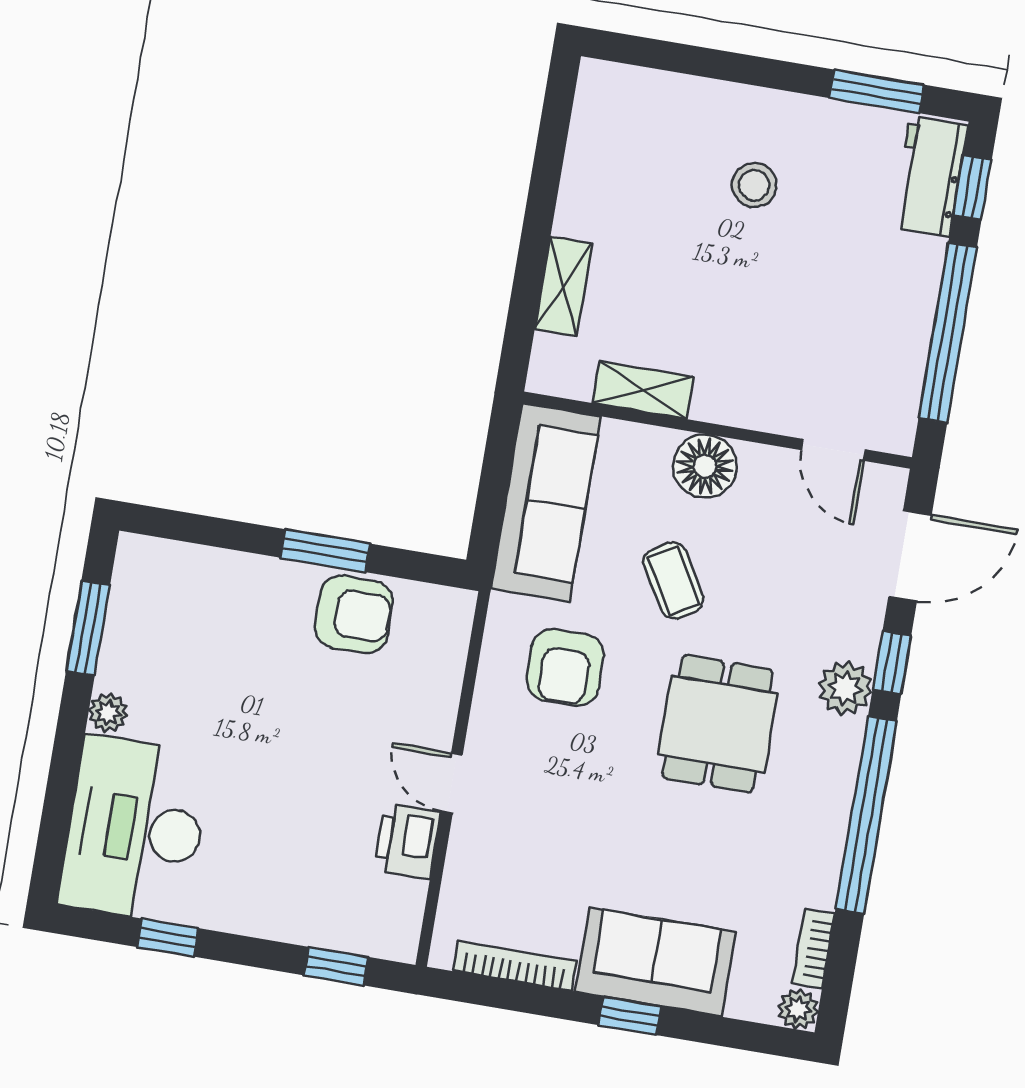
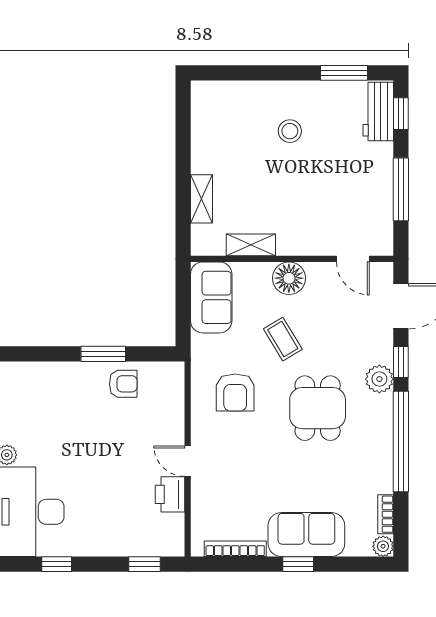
window: (948, 333) -> (401, 189), width x0.68
sofa: (546, 502) -> (211, 297), width x0.73
armchair: (354, 614) -> (123, 384), width x0.72, depth x0.72

